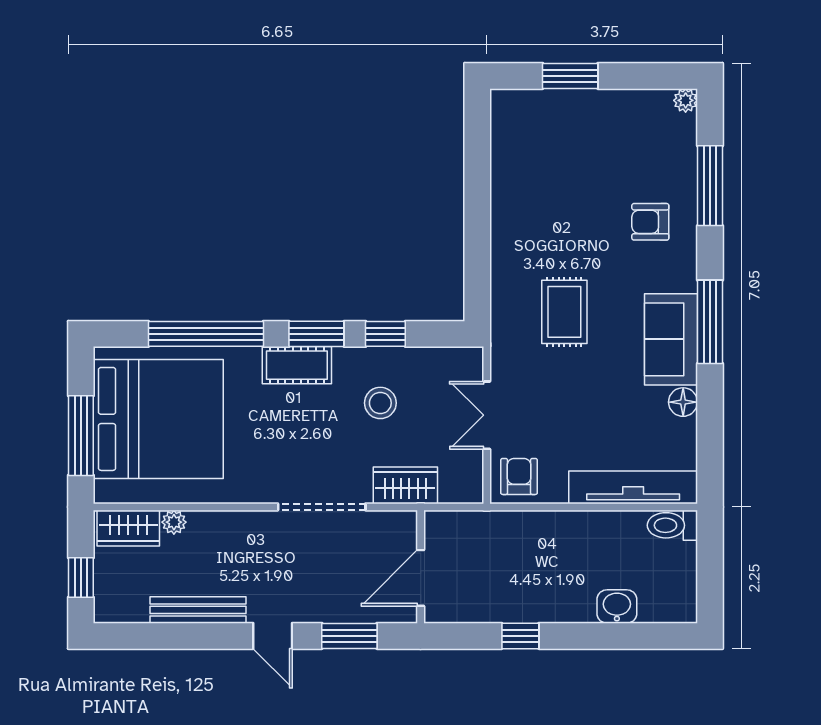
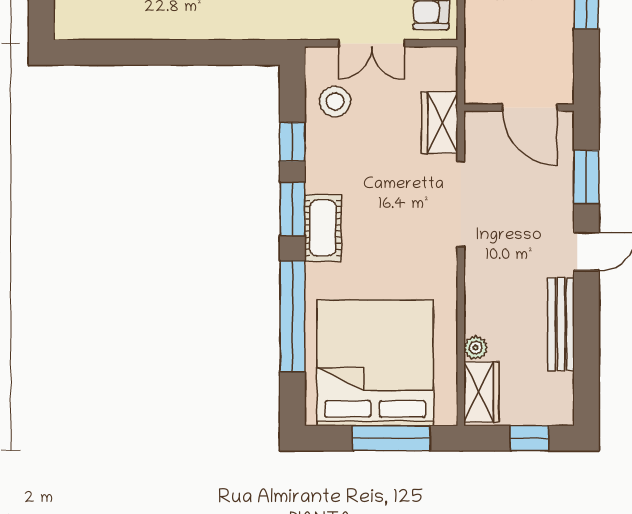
stool: (380, 403) -> (335, 101), moved

